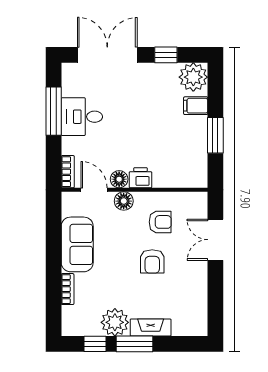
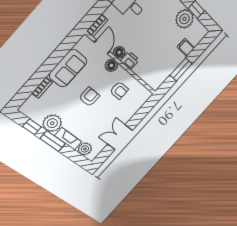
plant: (193, 77) -> (185, 19), moved
double door: (215, 240) -> (120, 137), moved
armchair: (152, 261) -> (89, 97), moved, turned 180
plant: (183, 325) -> (85, 149), added

